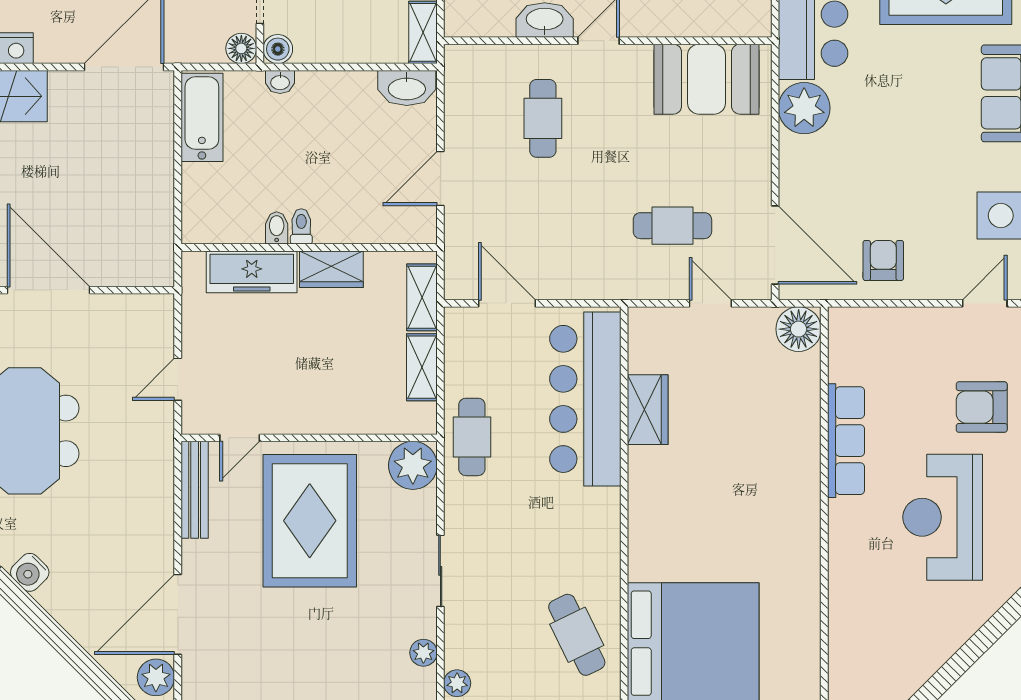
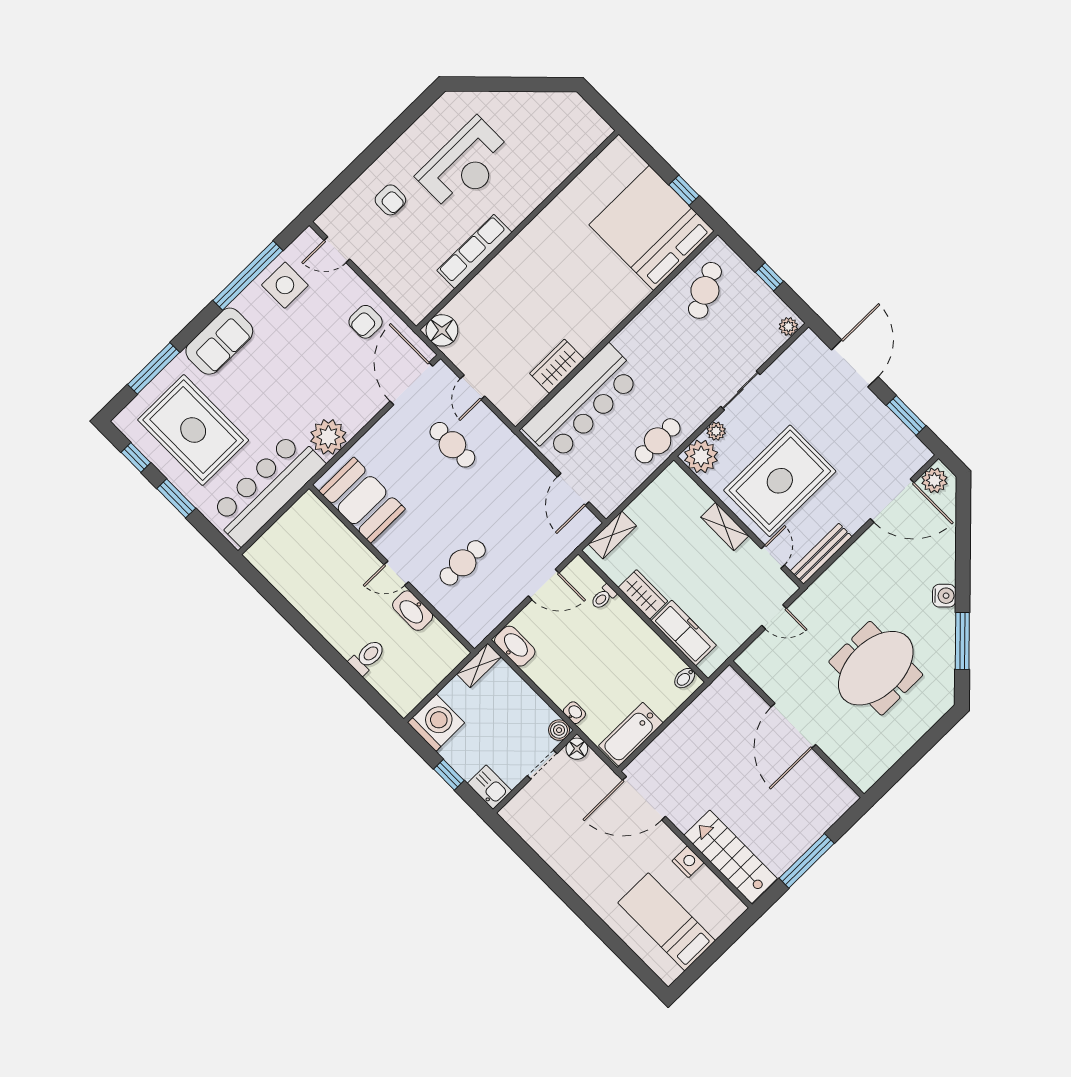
toilet: (301, 226) -> (603, 597), moved
bidet: (277, 228) -> (685, 678), moved
shelving: (422, 367) -> (725, 527), moved, turned 90
armchair: (982, 407) -> (390, 200), width x0.72, depth x0.72
door: (240, 438) -> (773, 557), hinge flipped
plant: (423, 653) -> (716, 431), moved

